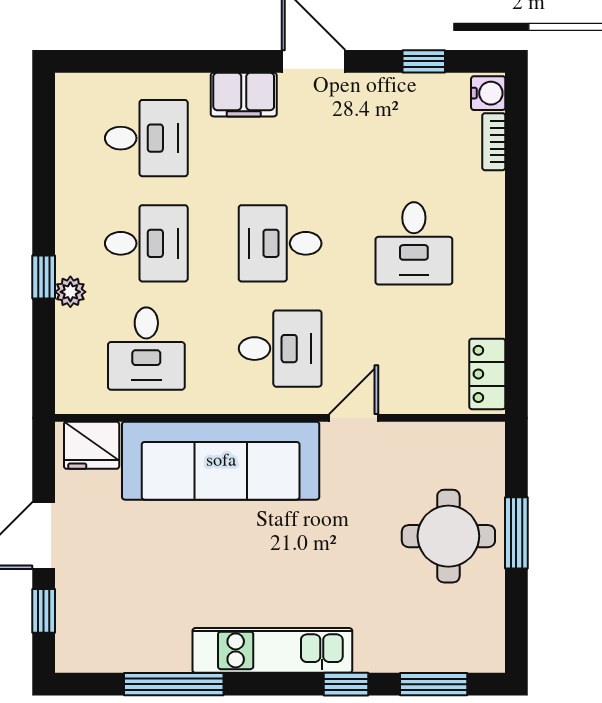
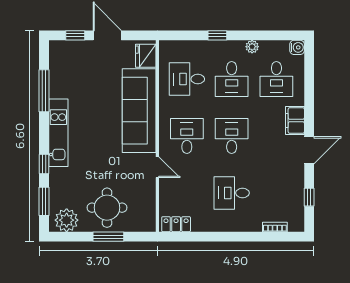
water cooler: (488, 93) -> (297, 47), moved, turned -90
plant: (70, 292) -> (252, 47), moved
desk: (280, 349) -> (187, 136), turned 180
plant: (478, 631) -> (67, 220), added

